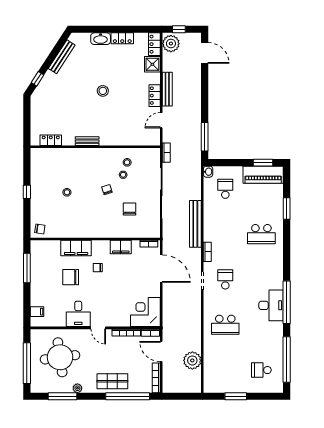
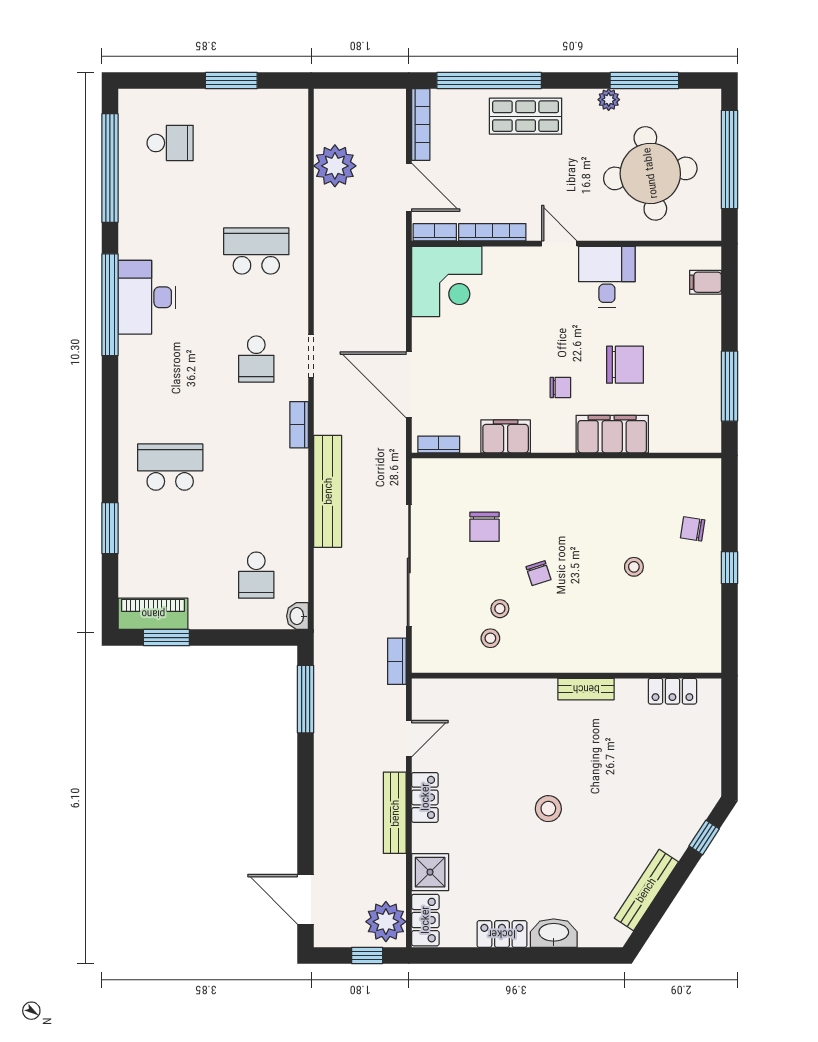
piano: (263, 175) -> (153, 614), width x0.73, depth x0.75
chair: (40, 229) -> (693, 529), moved

